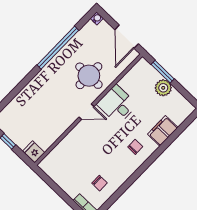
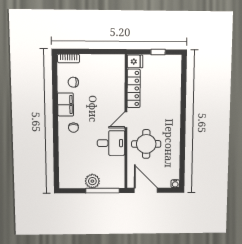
window: (58, 48) -> (182, 143), removed
window: (163, 72) -> (103, 191), width x1.44
locker: (56, 131) -> (134, 88), added
filing cabinet: (163, 131) -> (66, 105), moved

